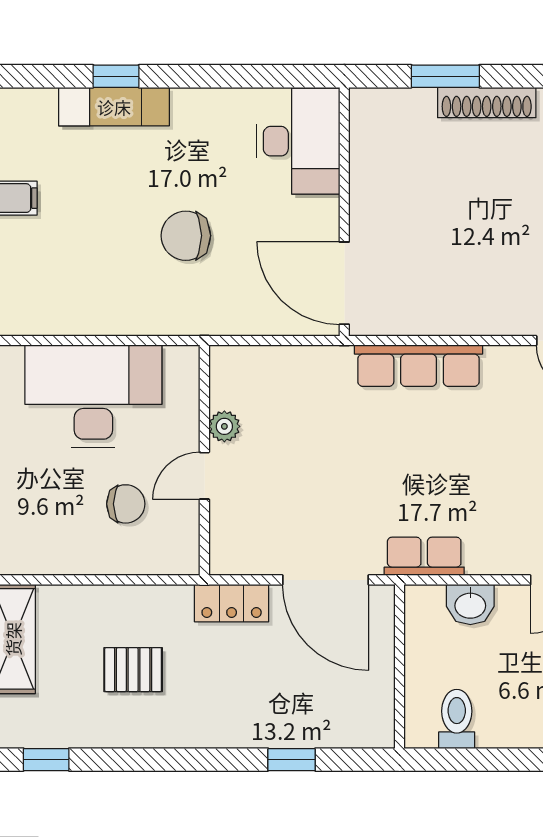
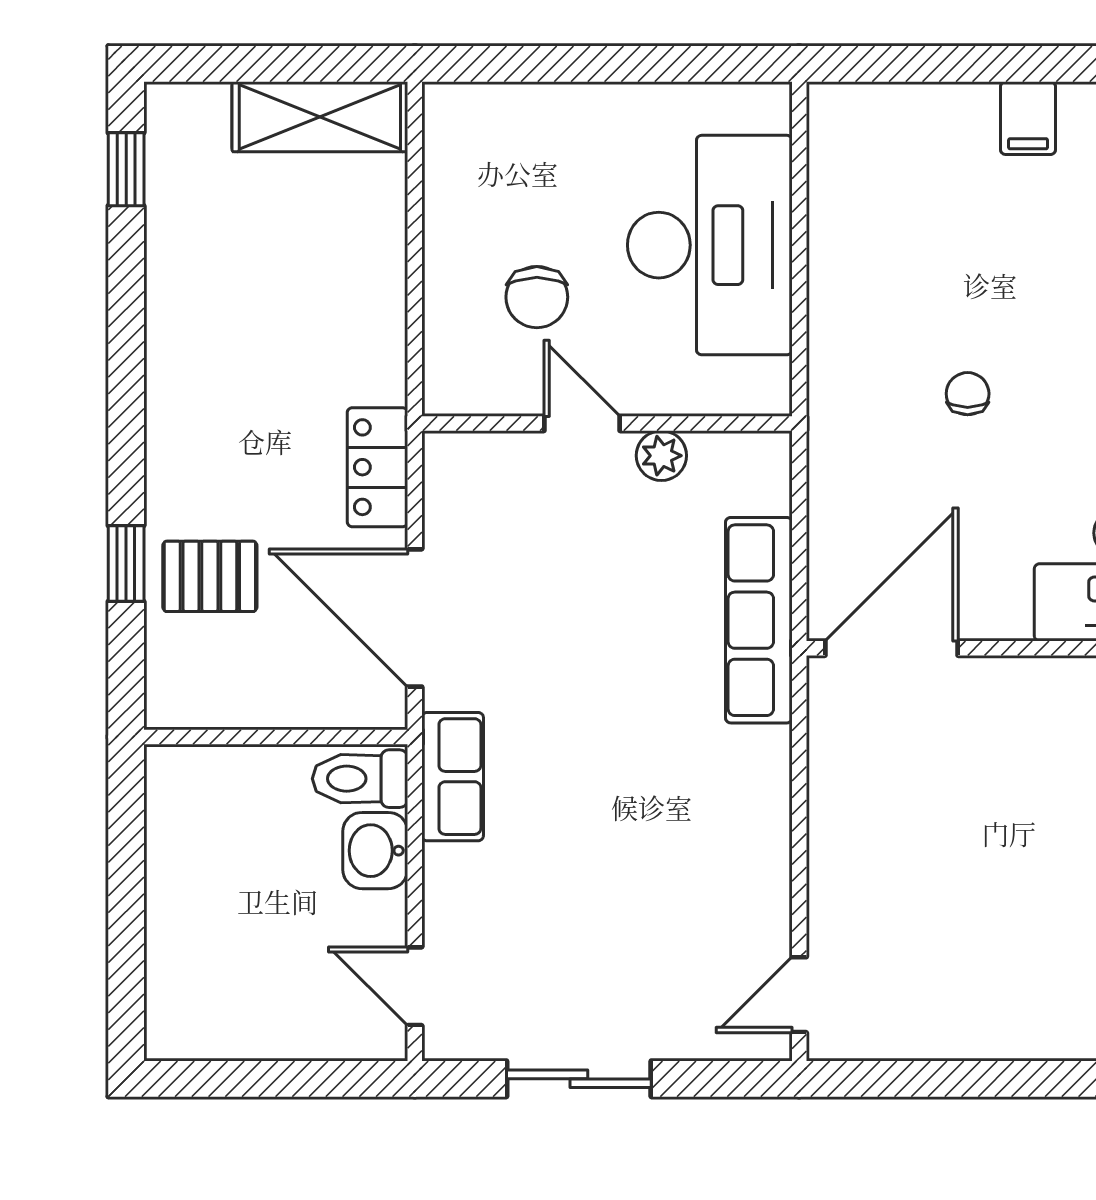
chair: (186, 236) -> (968, 394), width x0.54, depth x0.54
row of seats: (419, 366) -> (759, 620), moved
door: (325, 580) -> (415, 618), hinge flipped
pallet: (133, 670) -> (210, 576), moved, turned 90
toilet: (457, 719) -> (360, 779), moved, turned 180

